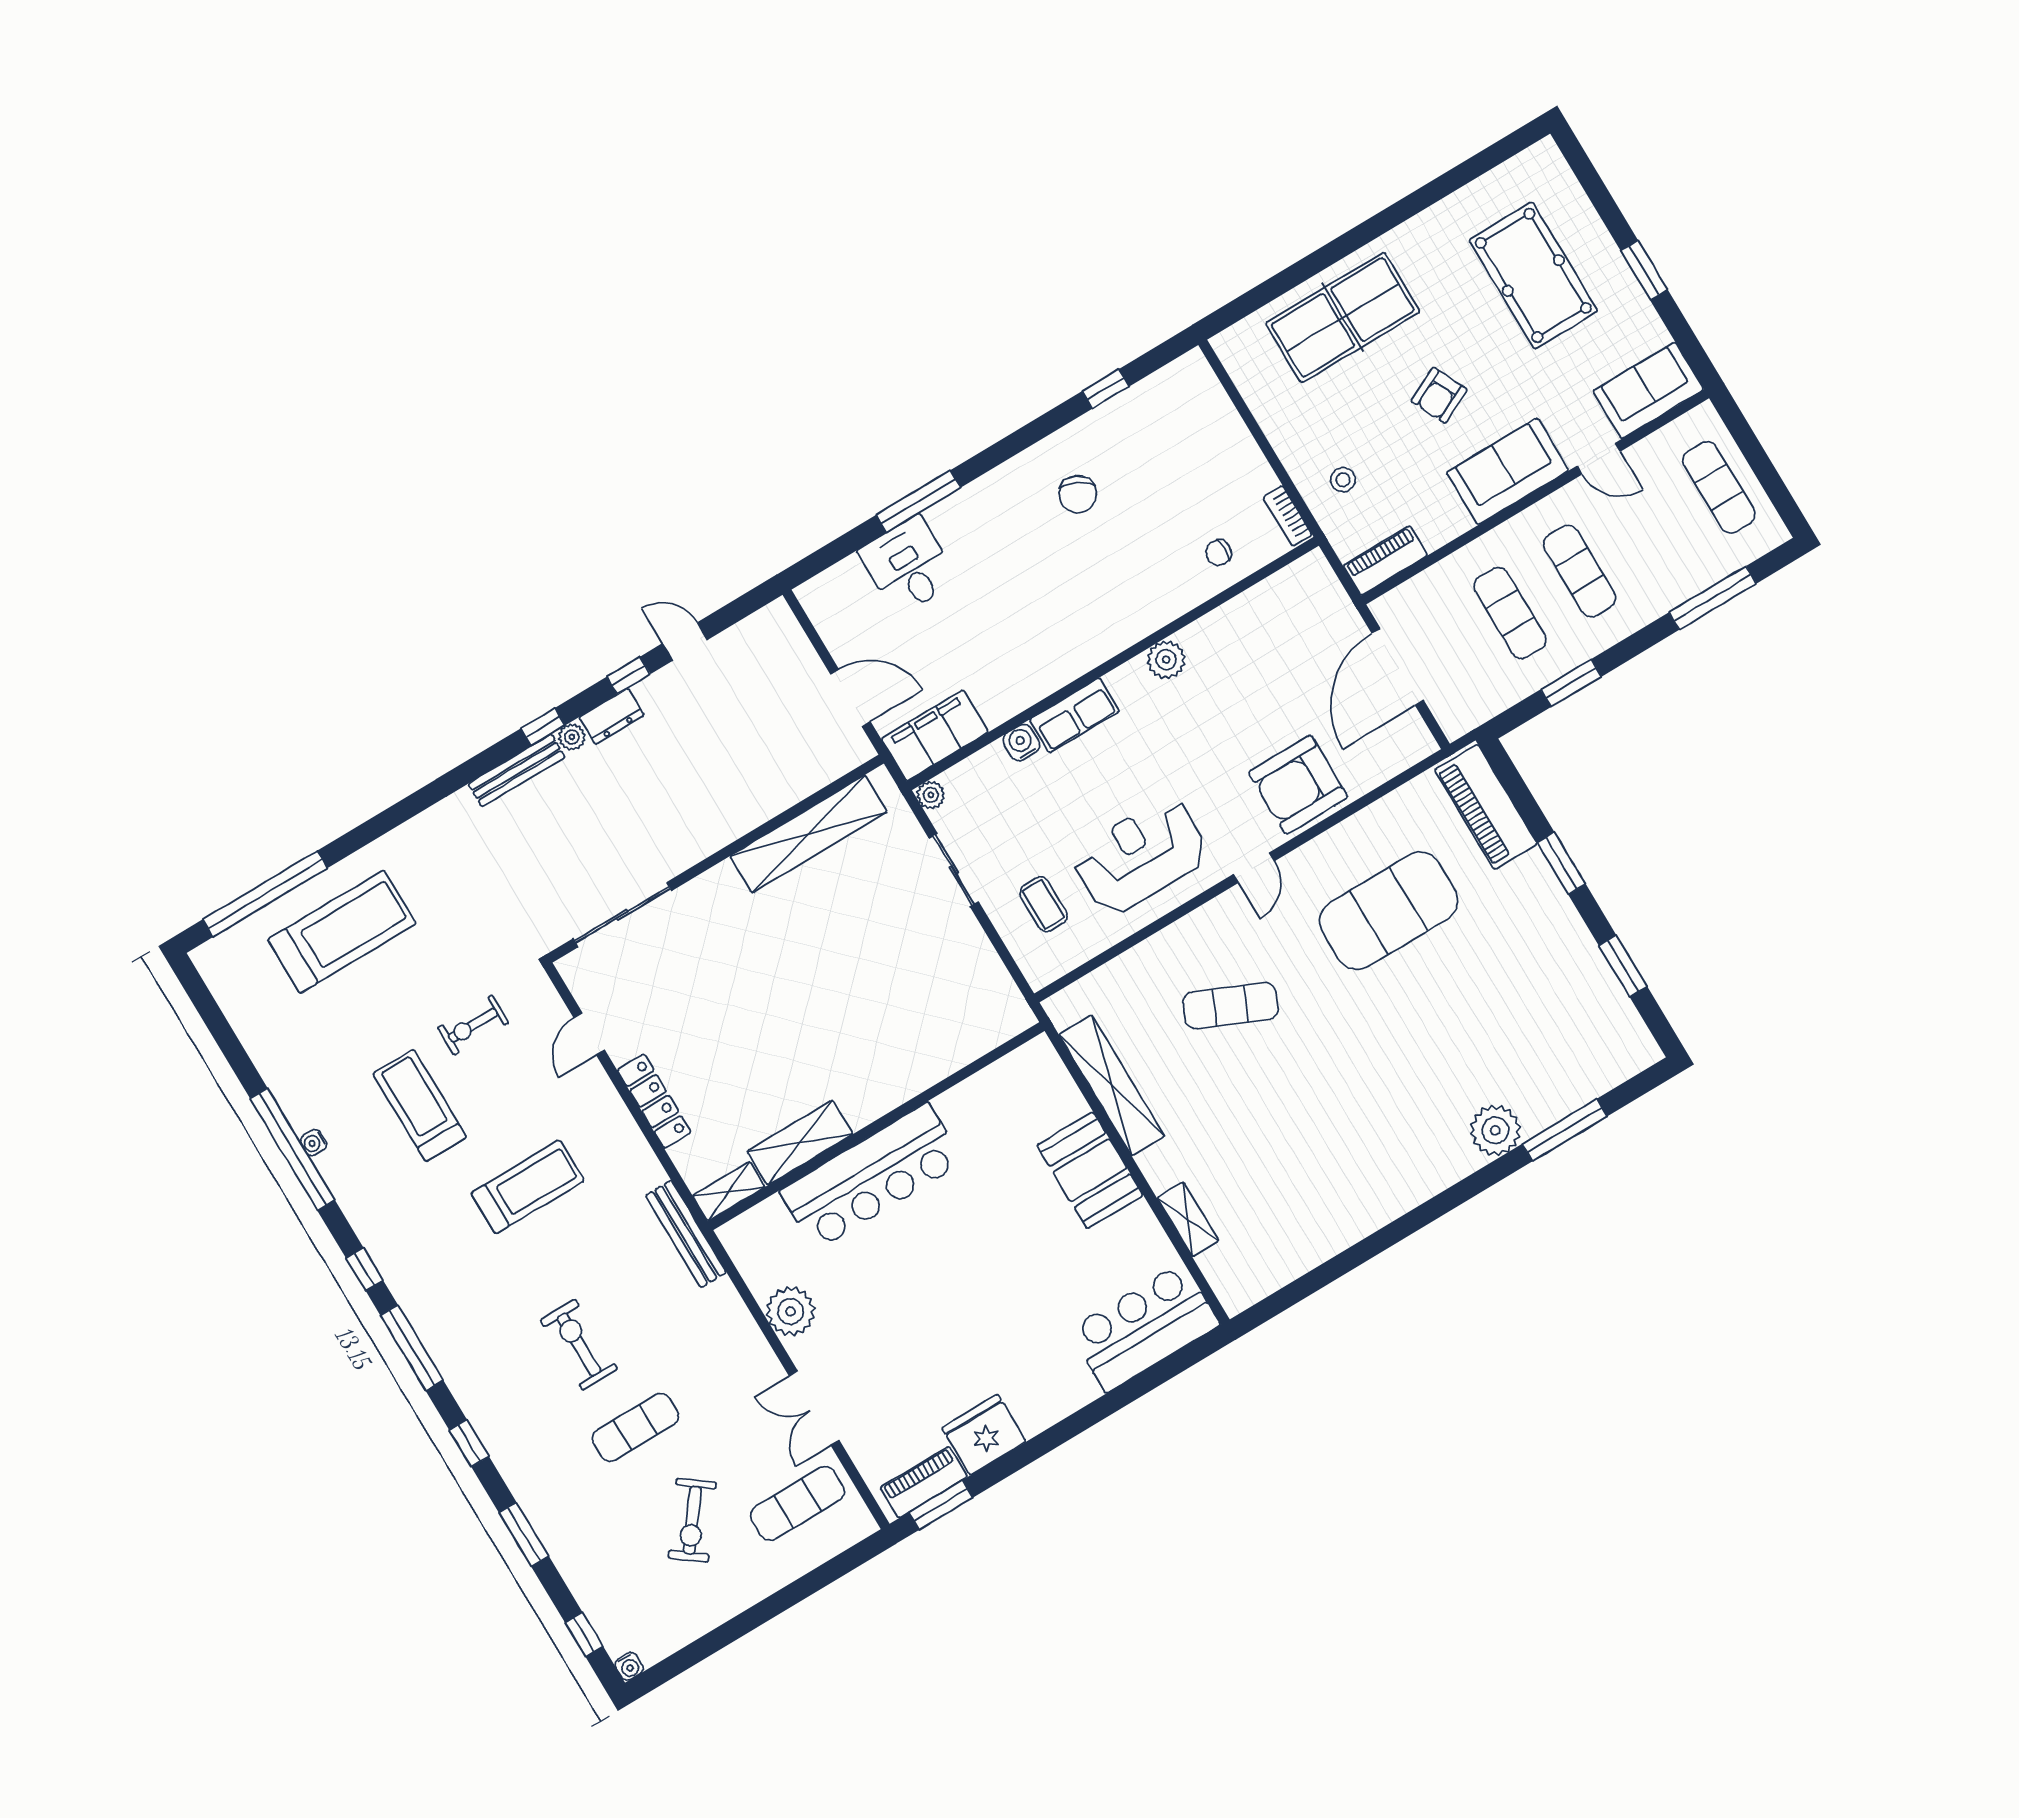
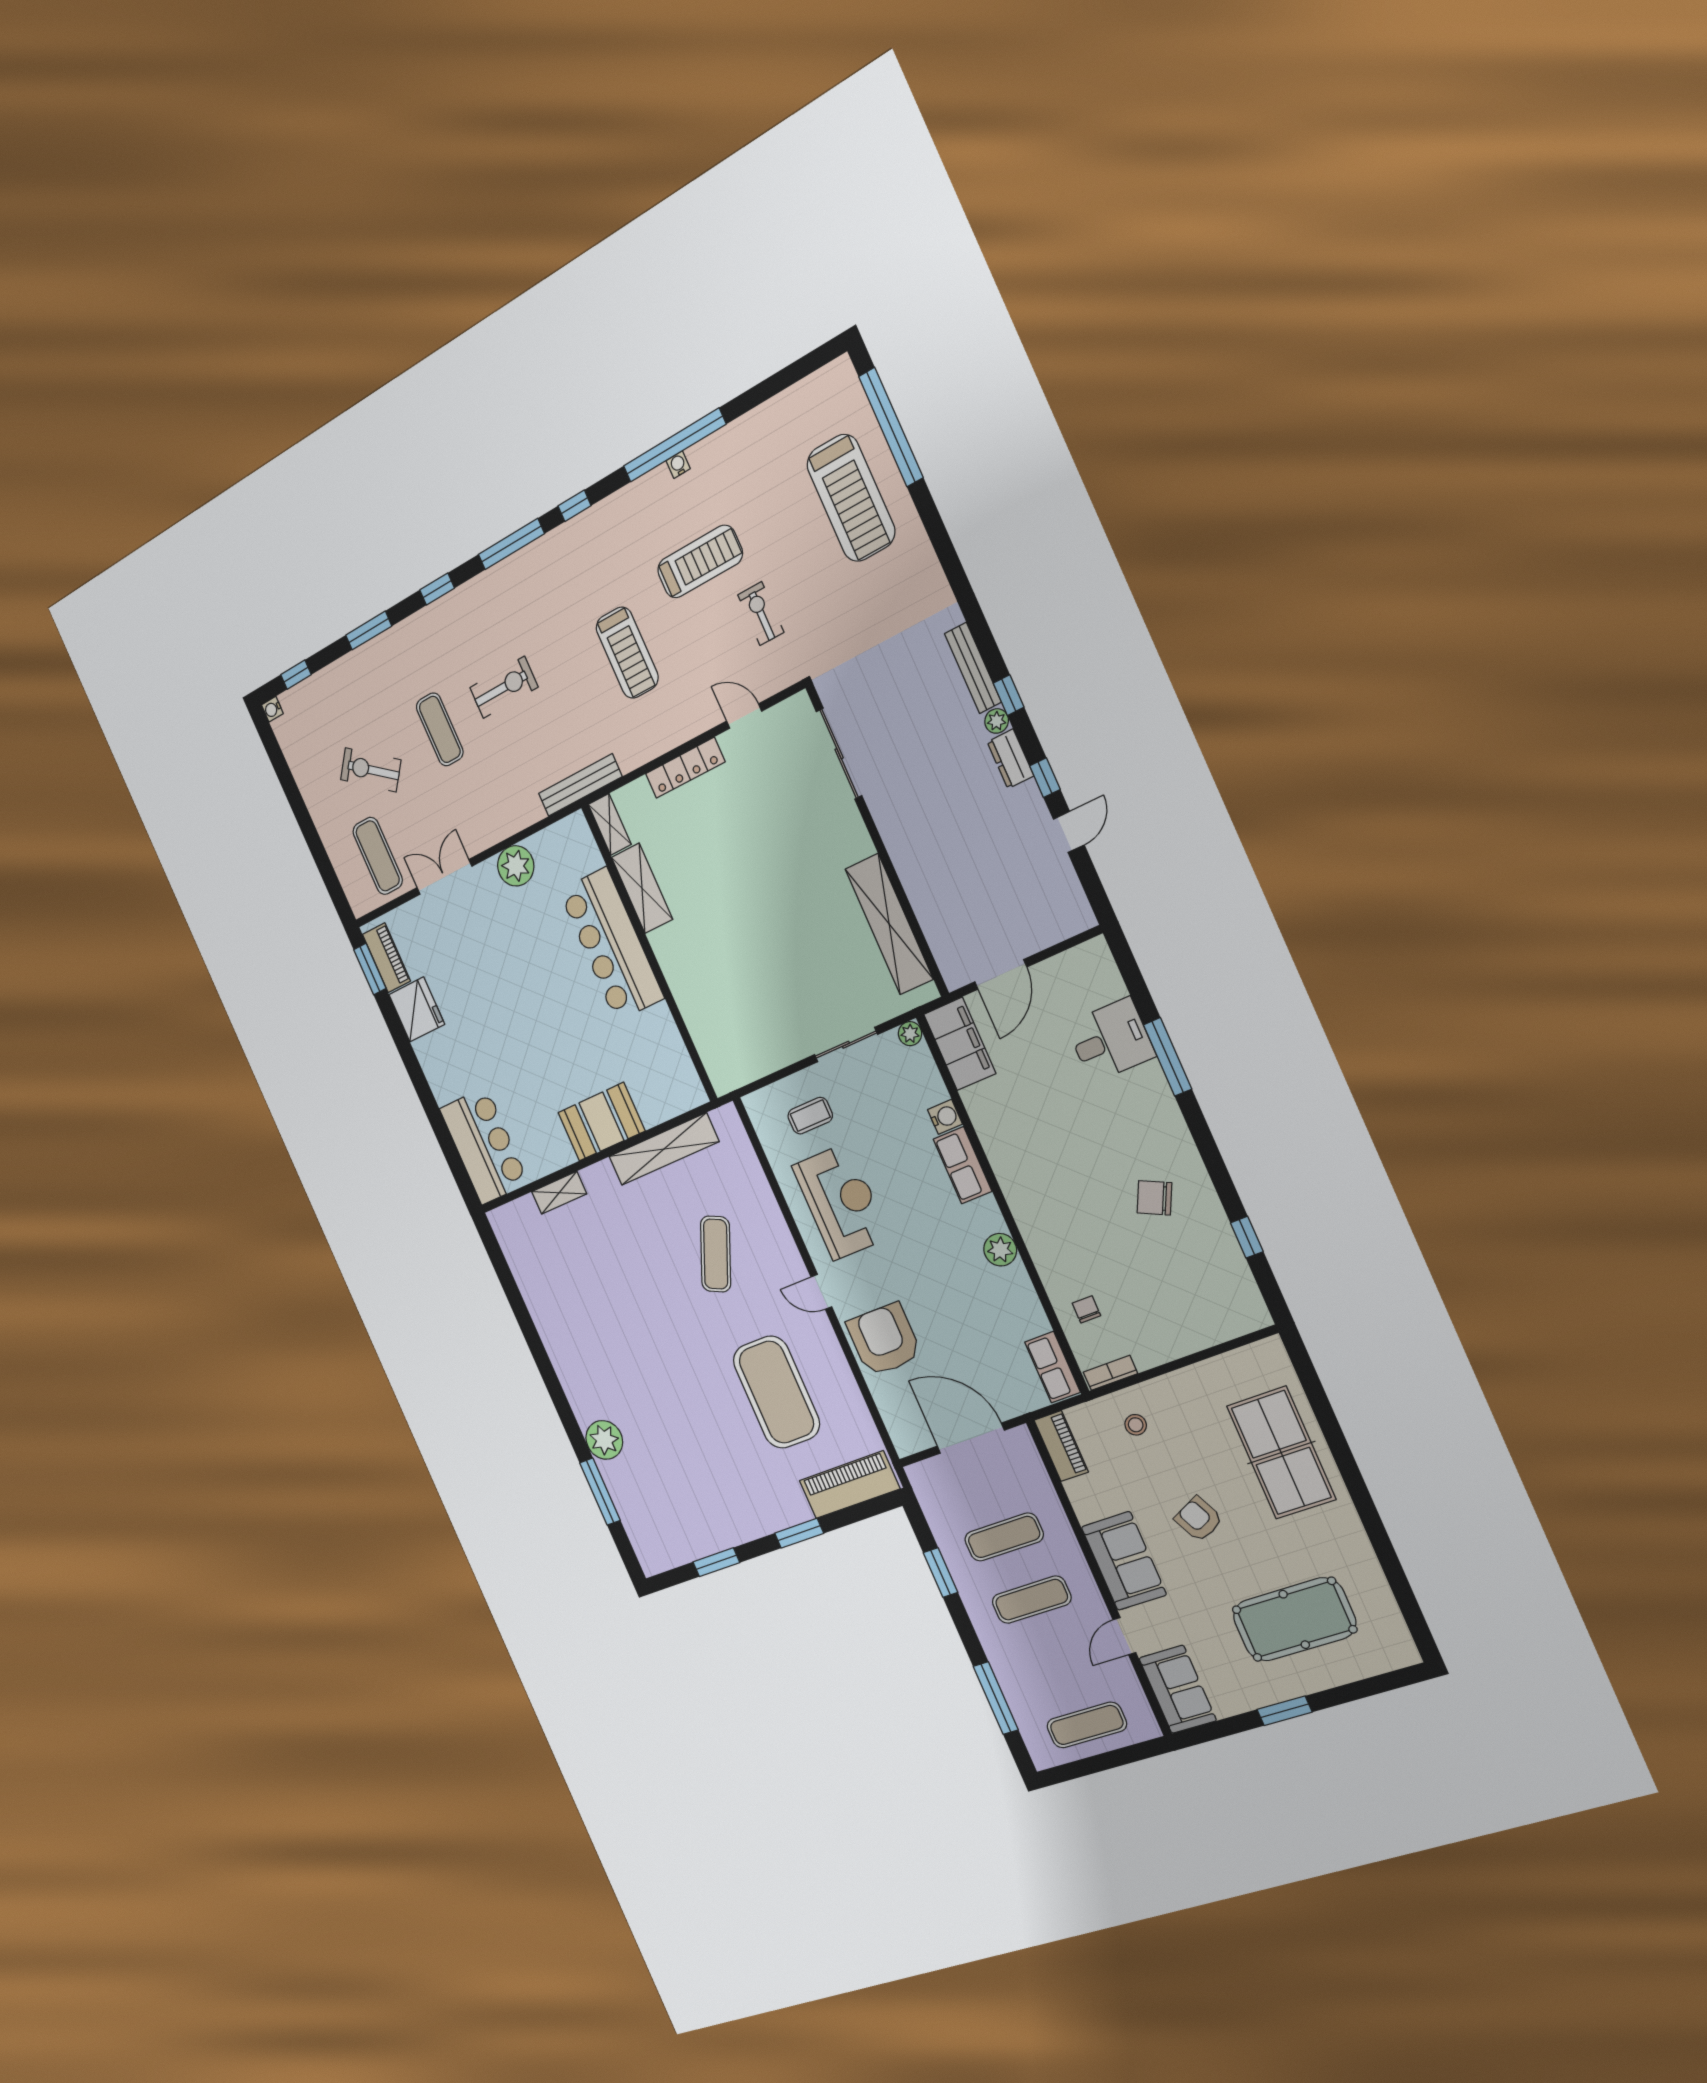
row of seats: (1293, 582) -> (1052, 1367), added

